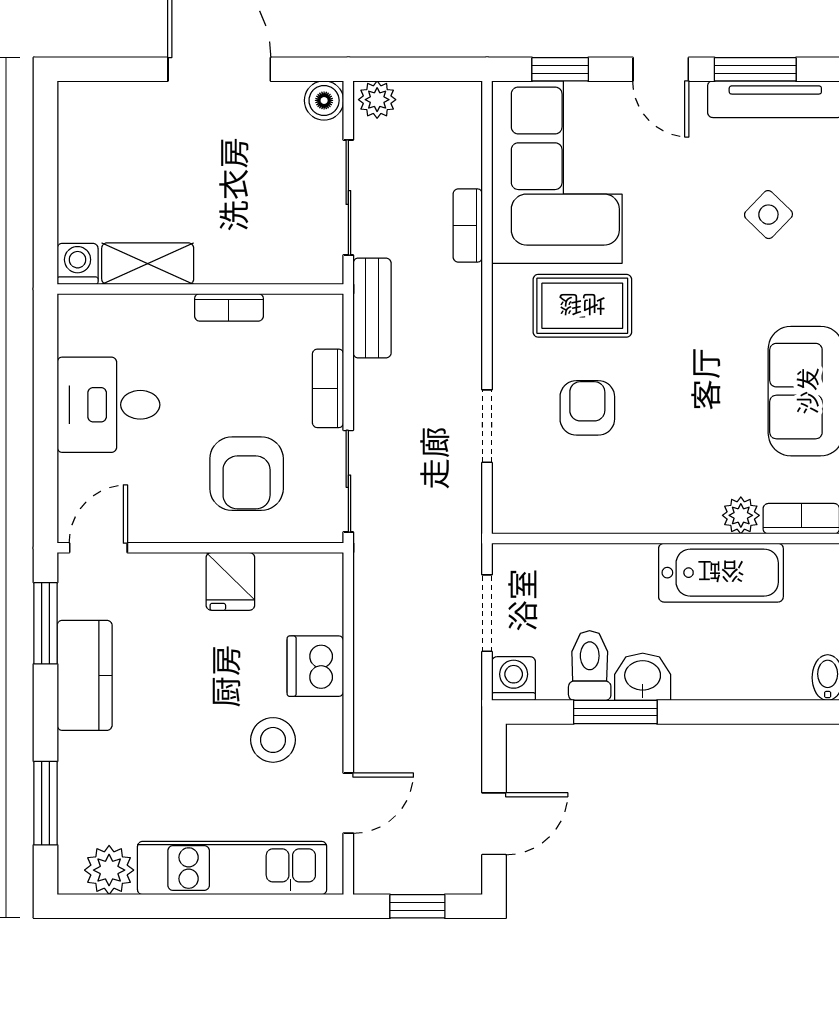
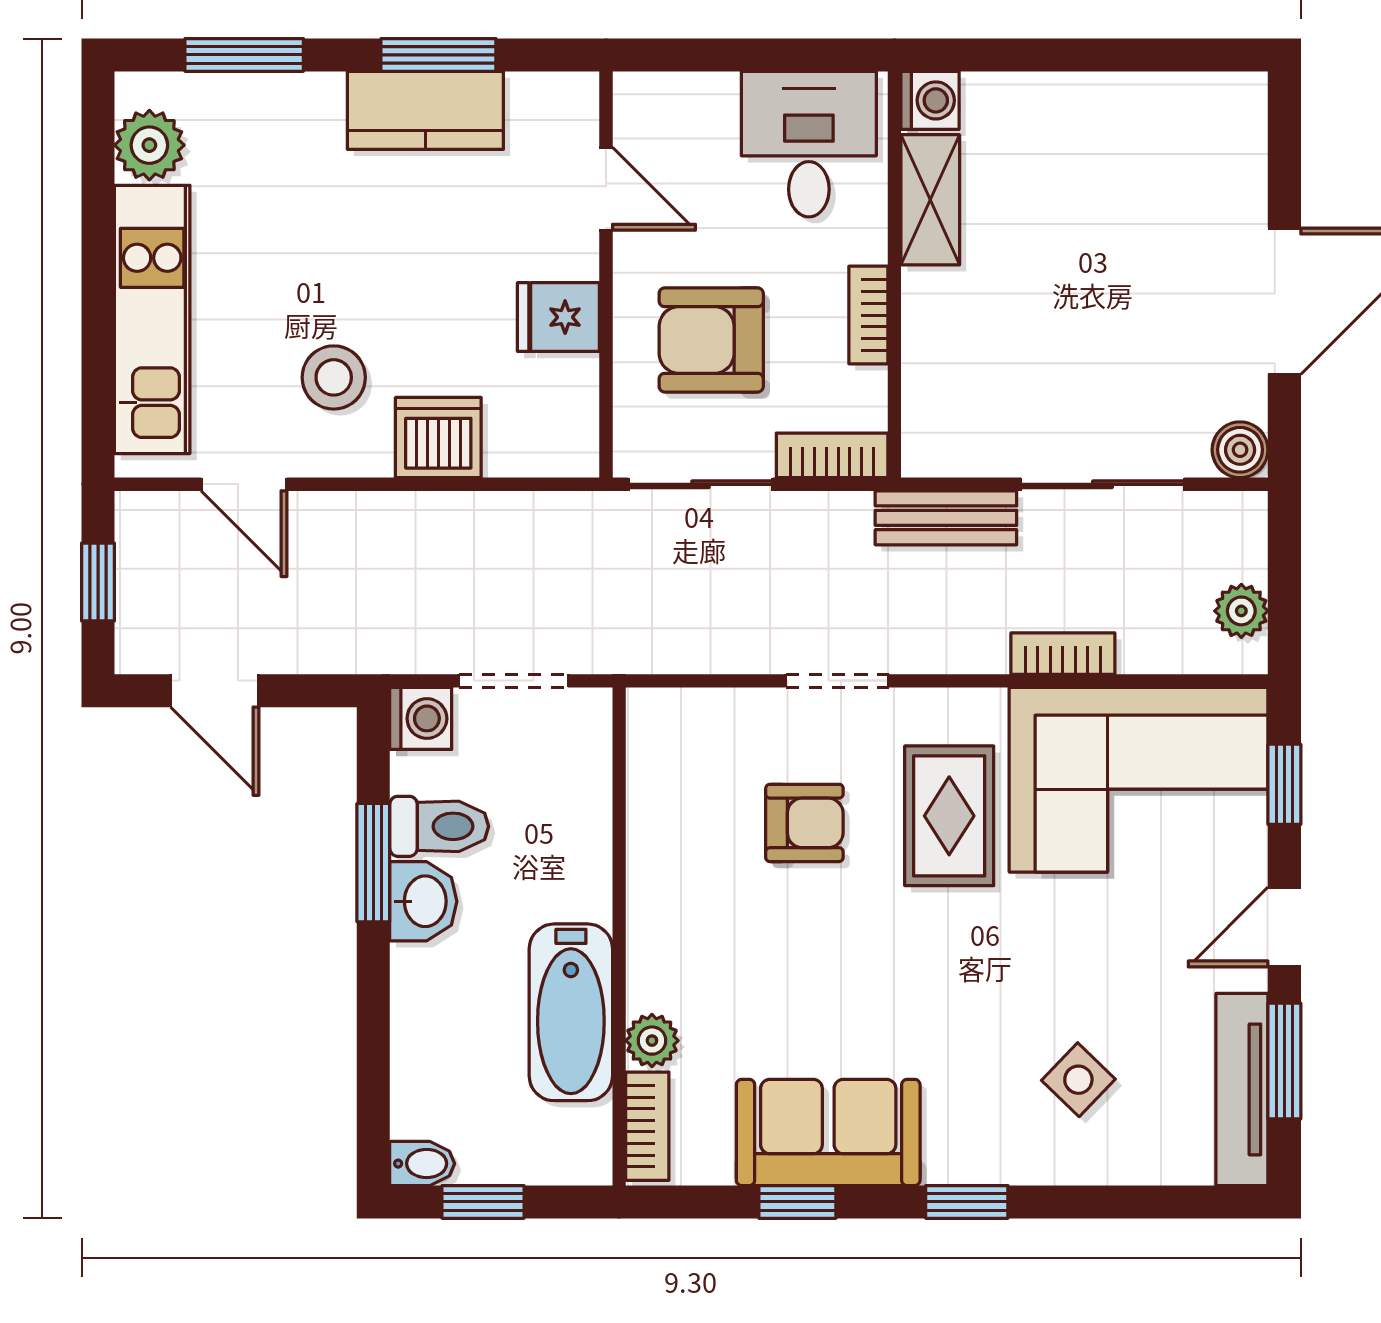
plant: (377, 100) -> (1241, 611), moved
washing machine: (78, 264) -> (930, 100), moved
shelving: (148, 264) -> (930, 200), moved
wall: (200, 289) -> (894, 275), moved
bookcase: (229, 307) -> (868, 315), moved
doorway: (487, 426) -> (837, 681), moved
door: (98, 548) -> (606, 189), moved
window: (45, 623) -> (438, 55), moved

